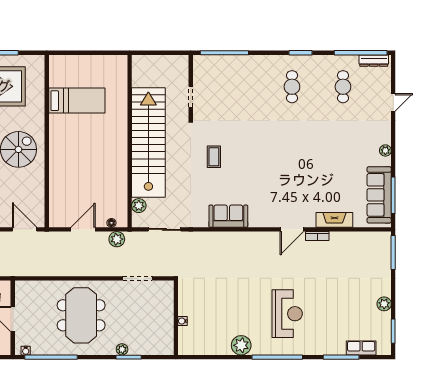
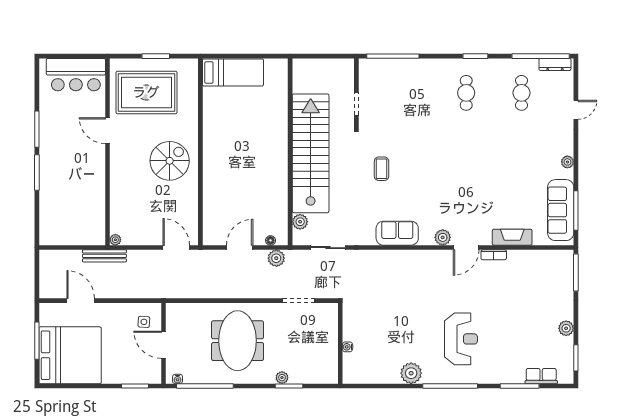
bed: (77, 101) -> (233, 72), moved
plant: (270, 220) -> (443, 237), added

